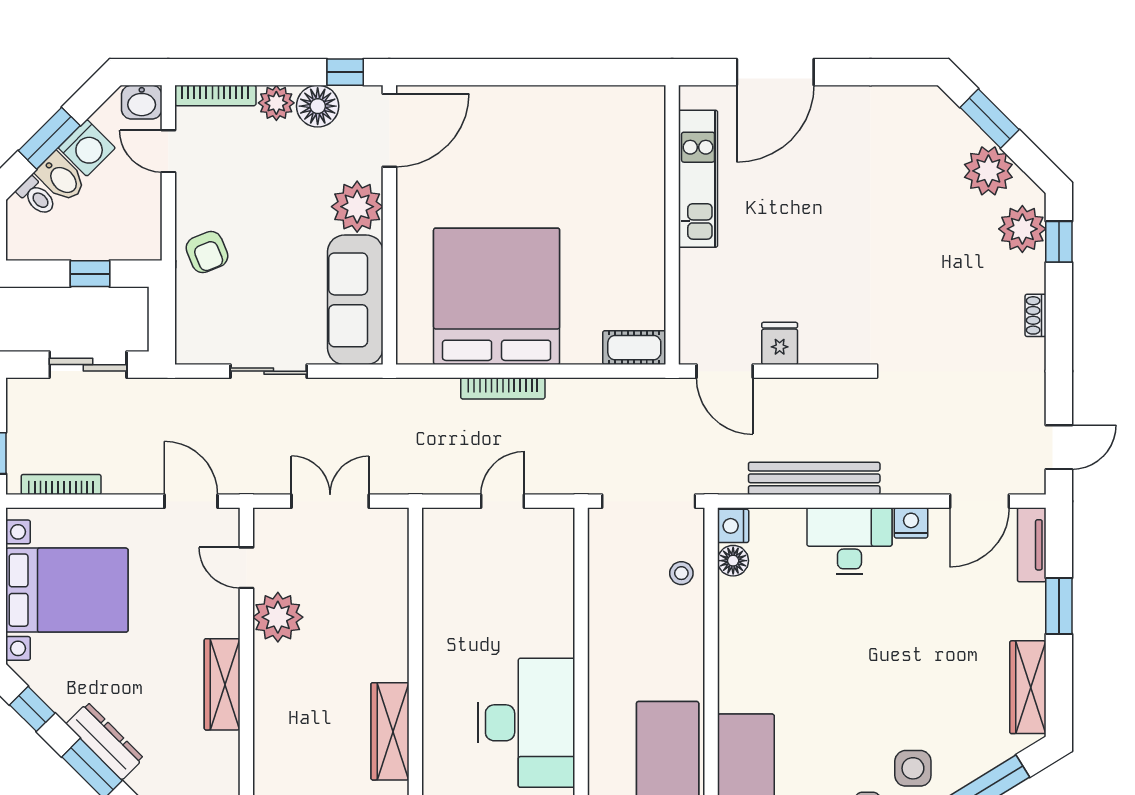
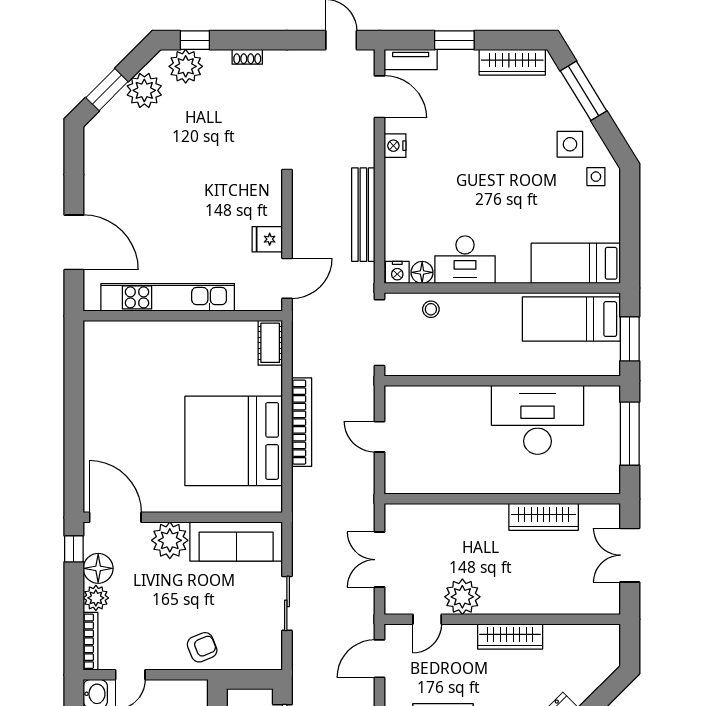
kitchen unit: (698, 179) -> (168, 297), width x1.36
bookcase: (503, 388) -> (302, 422), width x1.48, depth x1.31
desk: (849, 541) -> (465, 260), moved, turned -90

